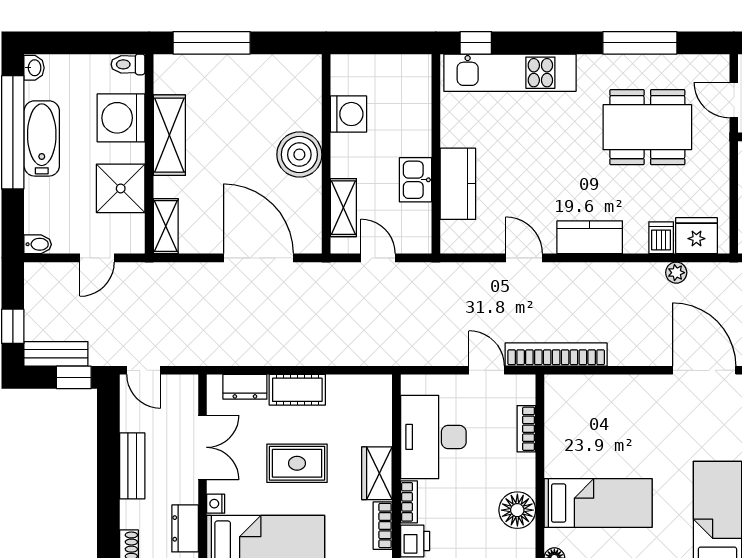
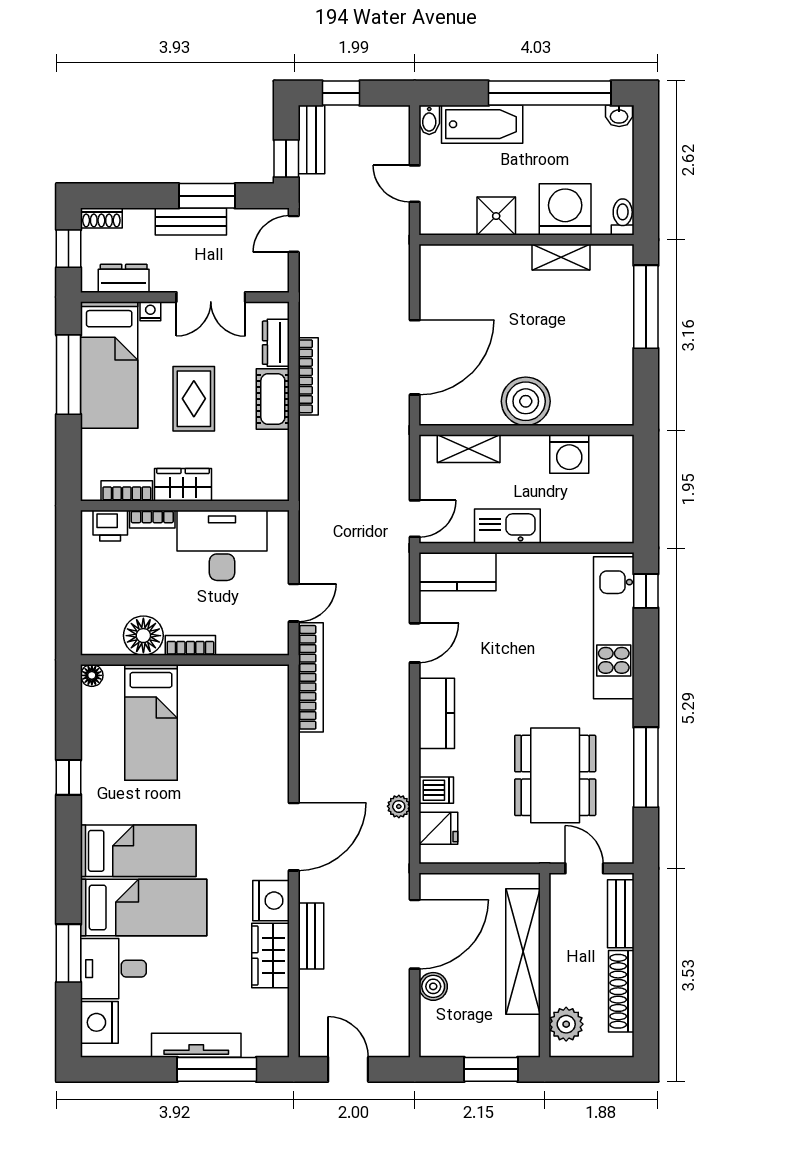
door: (734, 100) -> (584, 868), hinge flipped
shelving: (169, 135) -> (561, 257), width x0.67, depth x0.75
bathtub: (42, 138) -> (482, 124), moved
kitchen sink: (416, 180) -> (507, 526), width x1.38
kitchen counter: (458, 184) -> (457, 572), moved
shower: (121, 188) -> (496, 216), width x0.73, depth x0.73
shelving: (166, 226) -> (449, 258), removed
fridge: (696, 236) -> (438, 828), width x0.72
door: (378, 258) -> (415, 519), moved
bookcase: (276, 357) -> (308, 376), added
bookcase: (526, 429) -> (190, 645), moved
window: (108, 451) -> (207, 196), added

